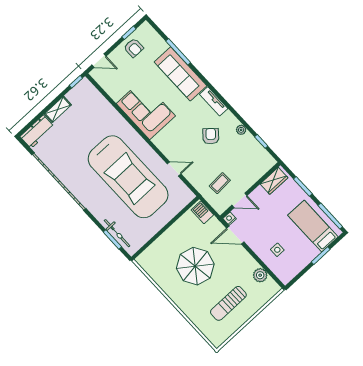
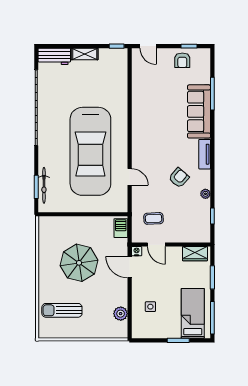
corner sofa: (146, 110) -> (149, 114), removed
sun lounger: (228, 303) -> (62, 310), moved

